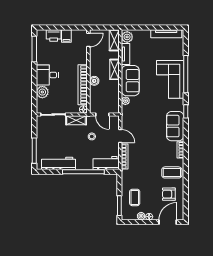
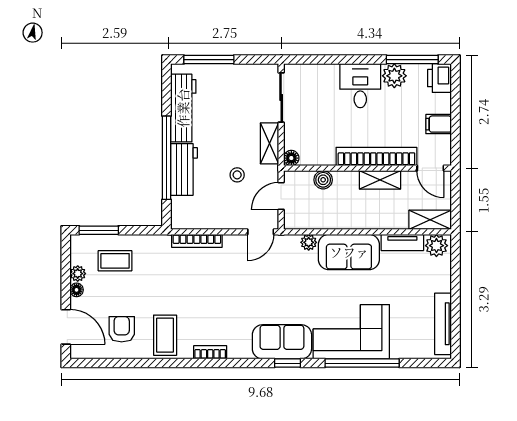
printer: (54, 35) -> (439, 78), moved
shelving: (114, 69) -> (380, 180), moved
boiler: (94, 81) -> (323, 180), moved
bookcase: (83, 85) -> (376, 156), moved
plant: (42, 92) -> (394, 76), moved
sofa: (175, 126) -> (282, 342), moved
door: (120, 136) -> (261, 232), moved
workbench: (106, 163) -> (184, 169), moved

